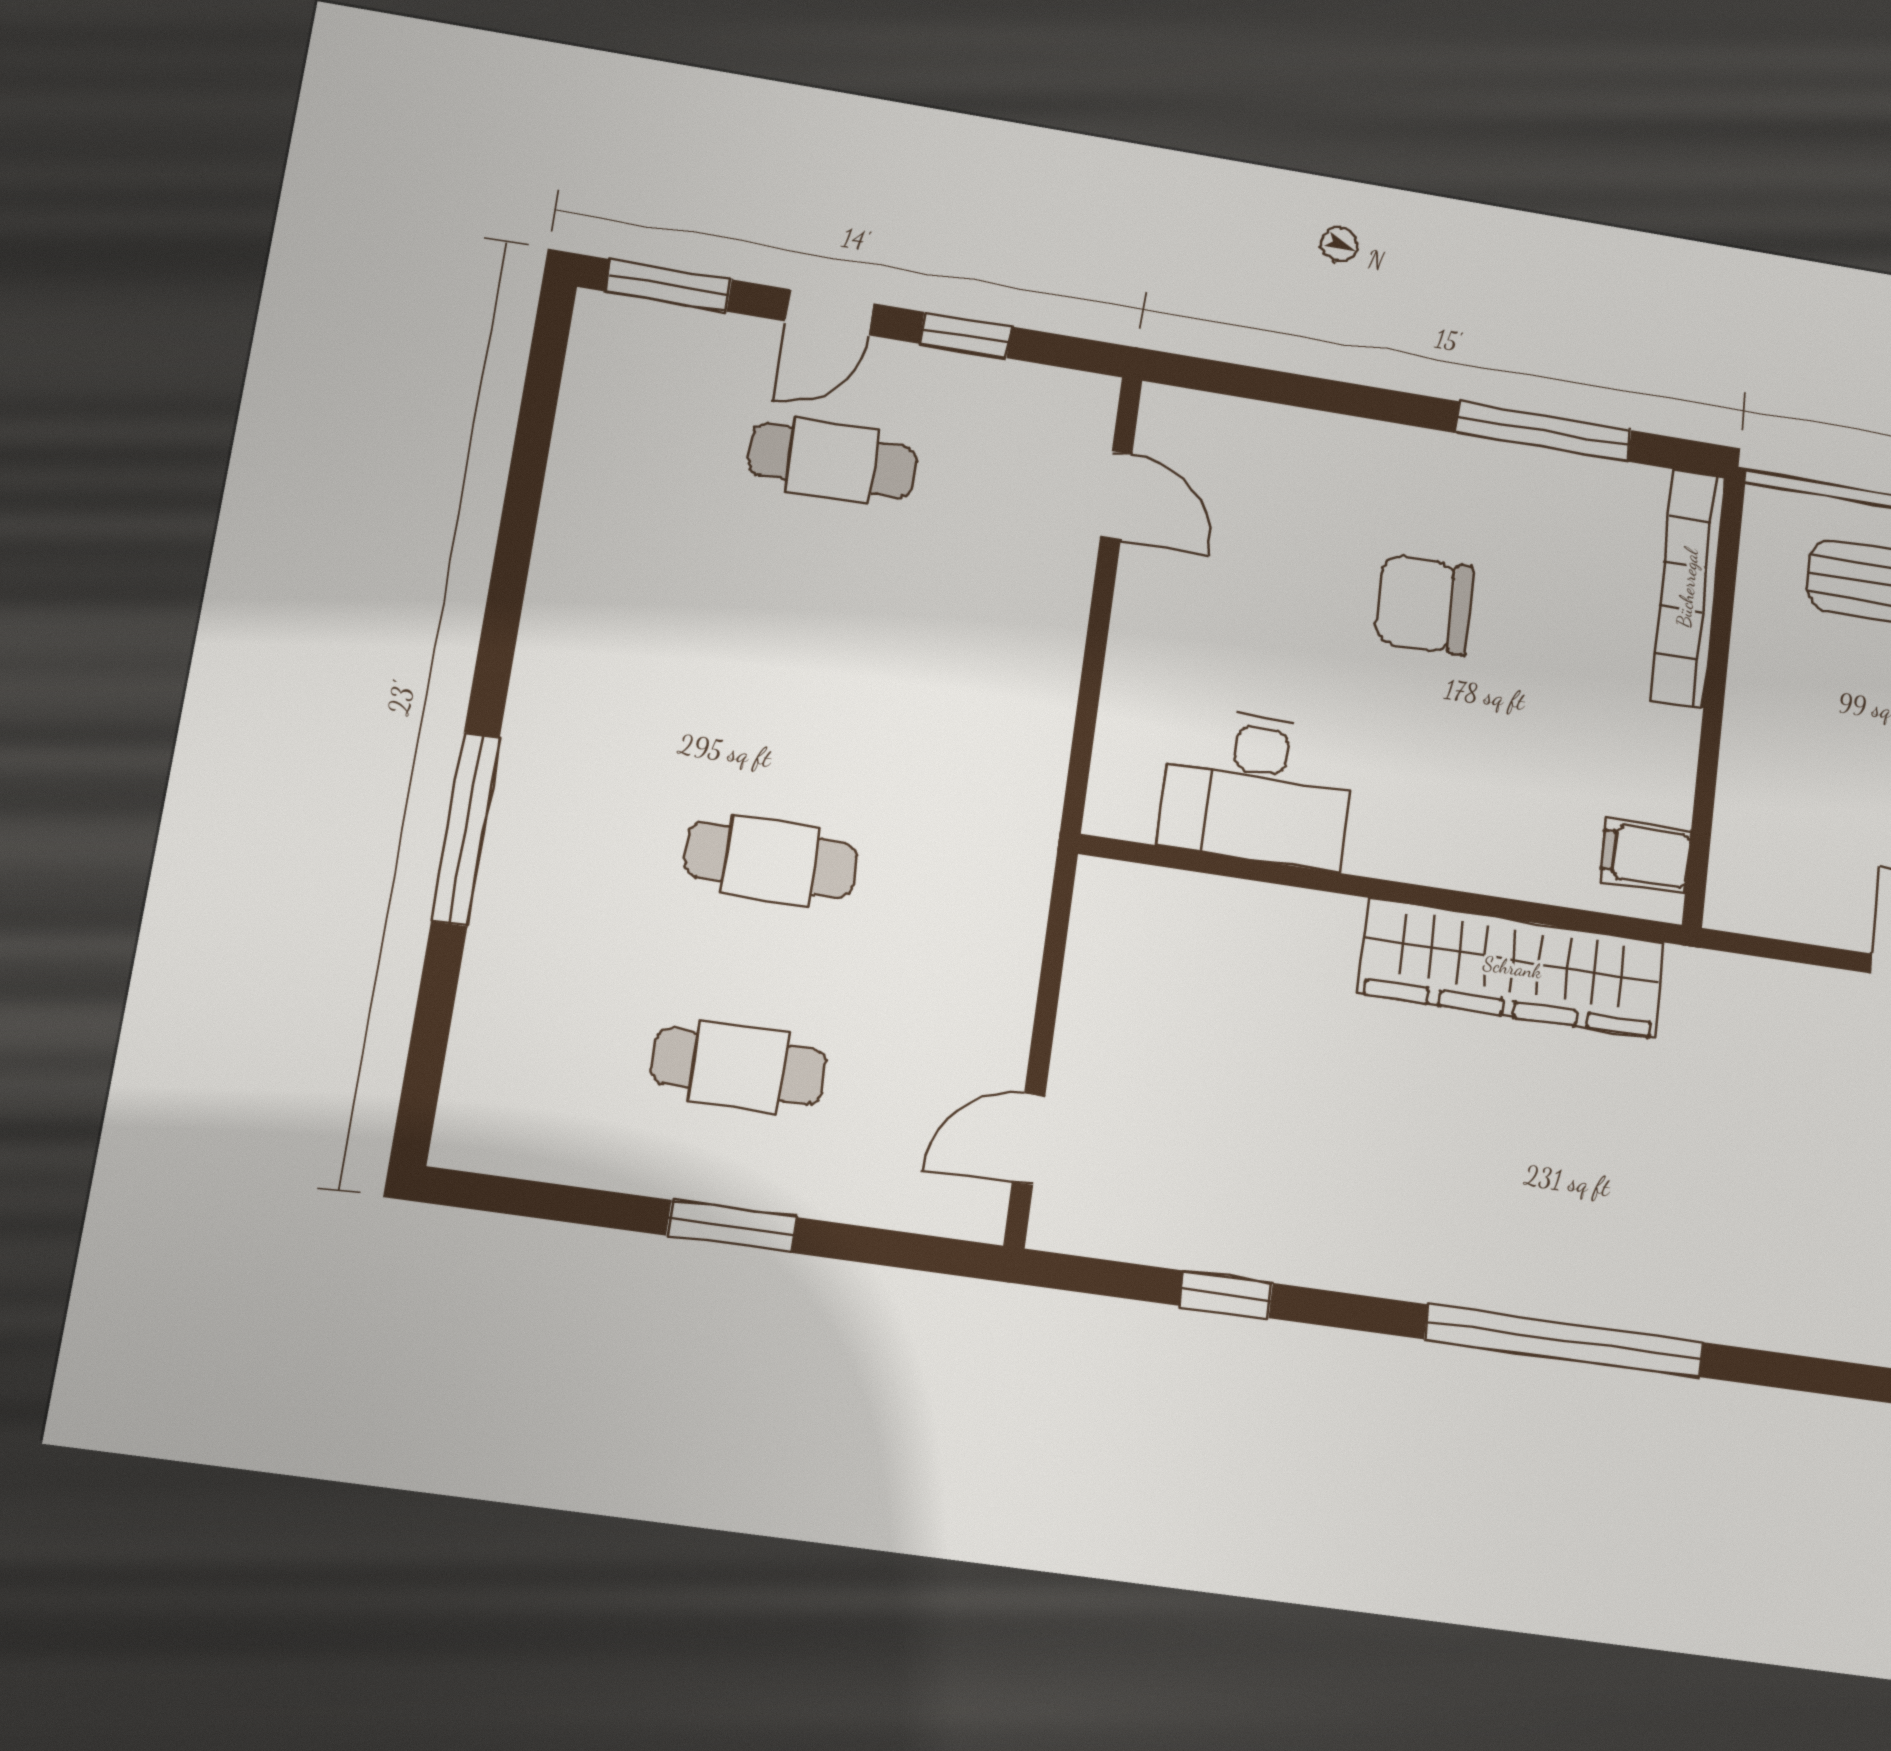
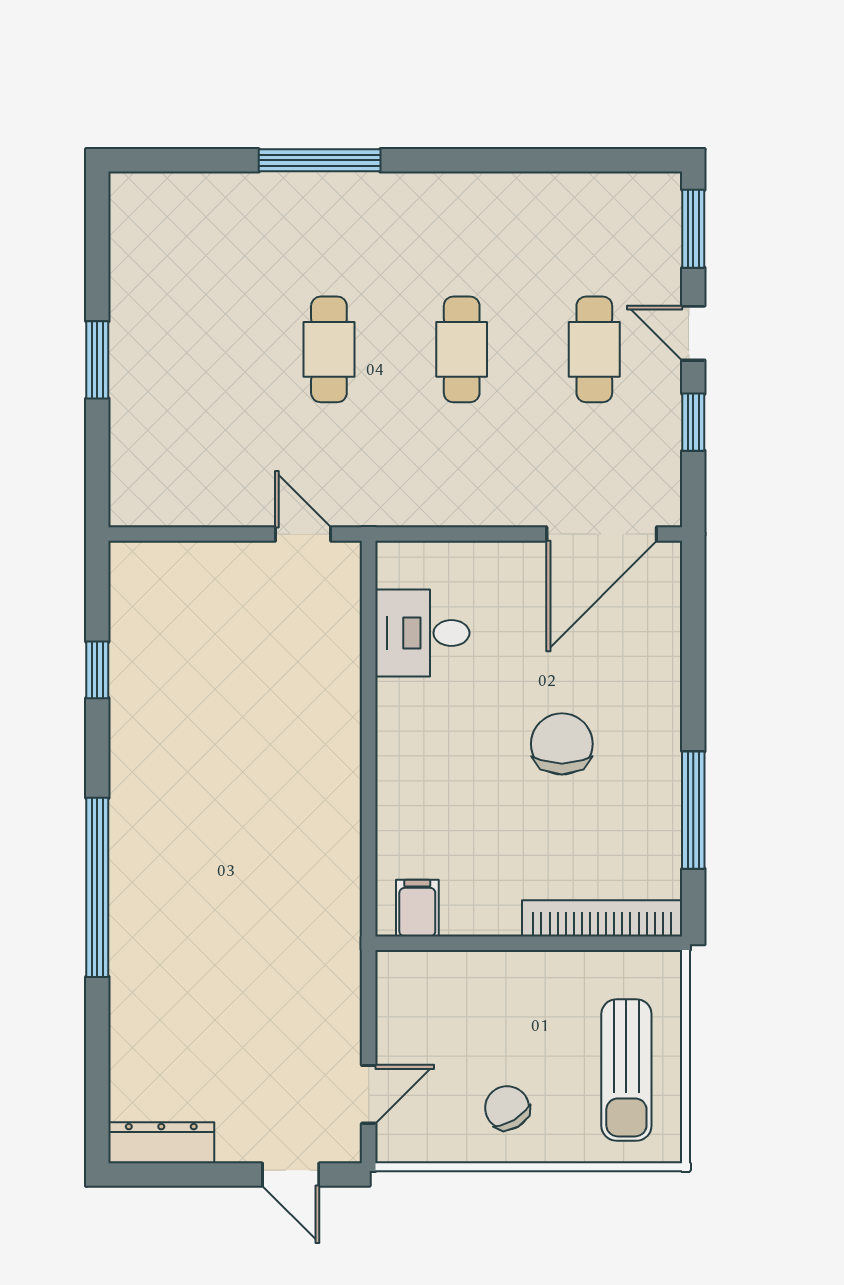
door: (1116, 496) -> (602, 534), width x1.88
desk: (1257, 788) -> (422, 633), width x0.73
wardrobe: (1512, 968) -> (330, 828), removed
cafe table: (739, 1066) -> (462, 349), moved
door: (1029, 1139) -> (303, 534), moved

